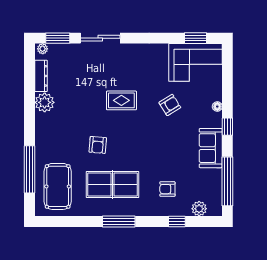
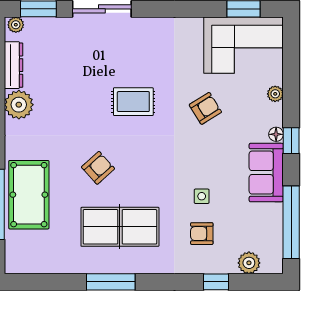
plant: (217, 95) -> (275, 94), added
floor lamp: (217, 107) -> (276, 134), moved
armchair: (98, 145) -> (98, 168), turned -137
side table: (167, 164) -> (202, 196), added
pool table: (58, 186) -> (29, 195), moved
window: (119, 221) -> (111, 282), moved

